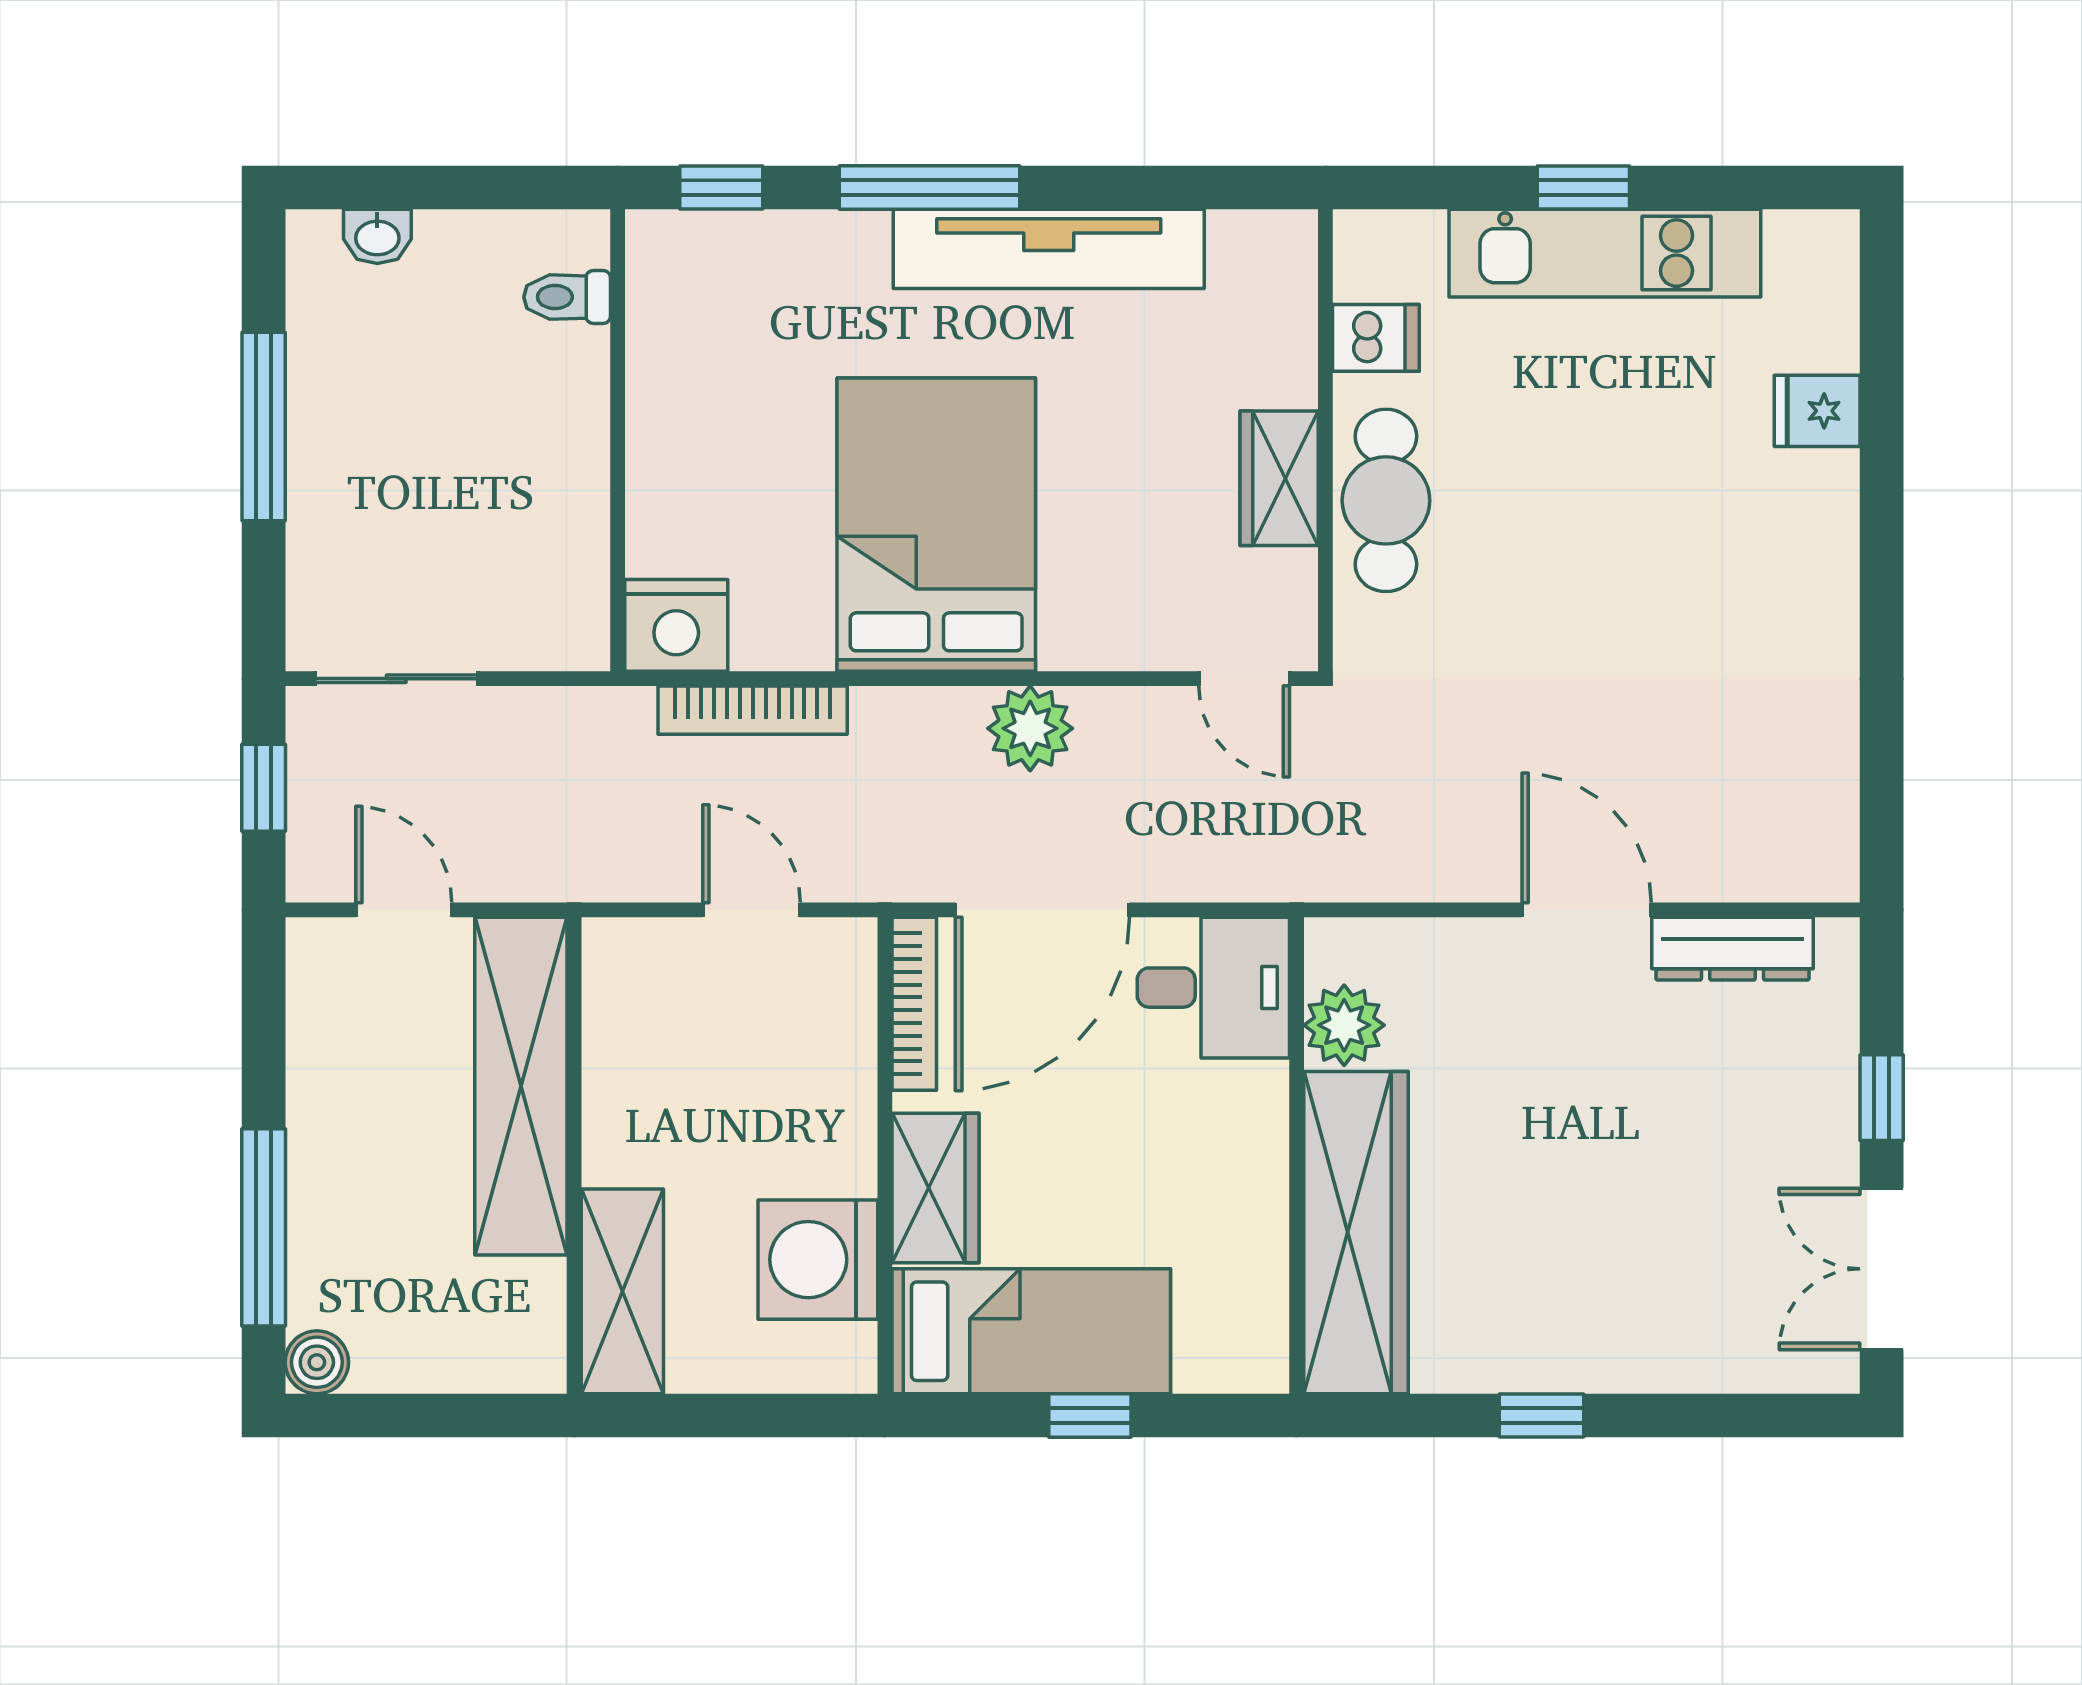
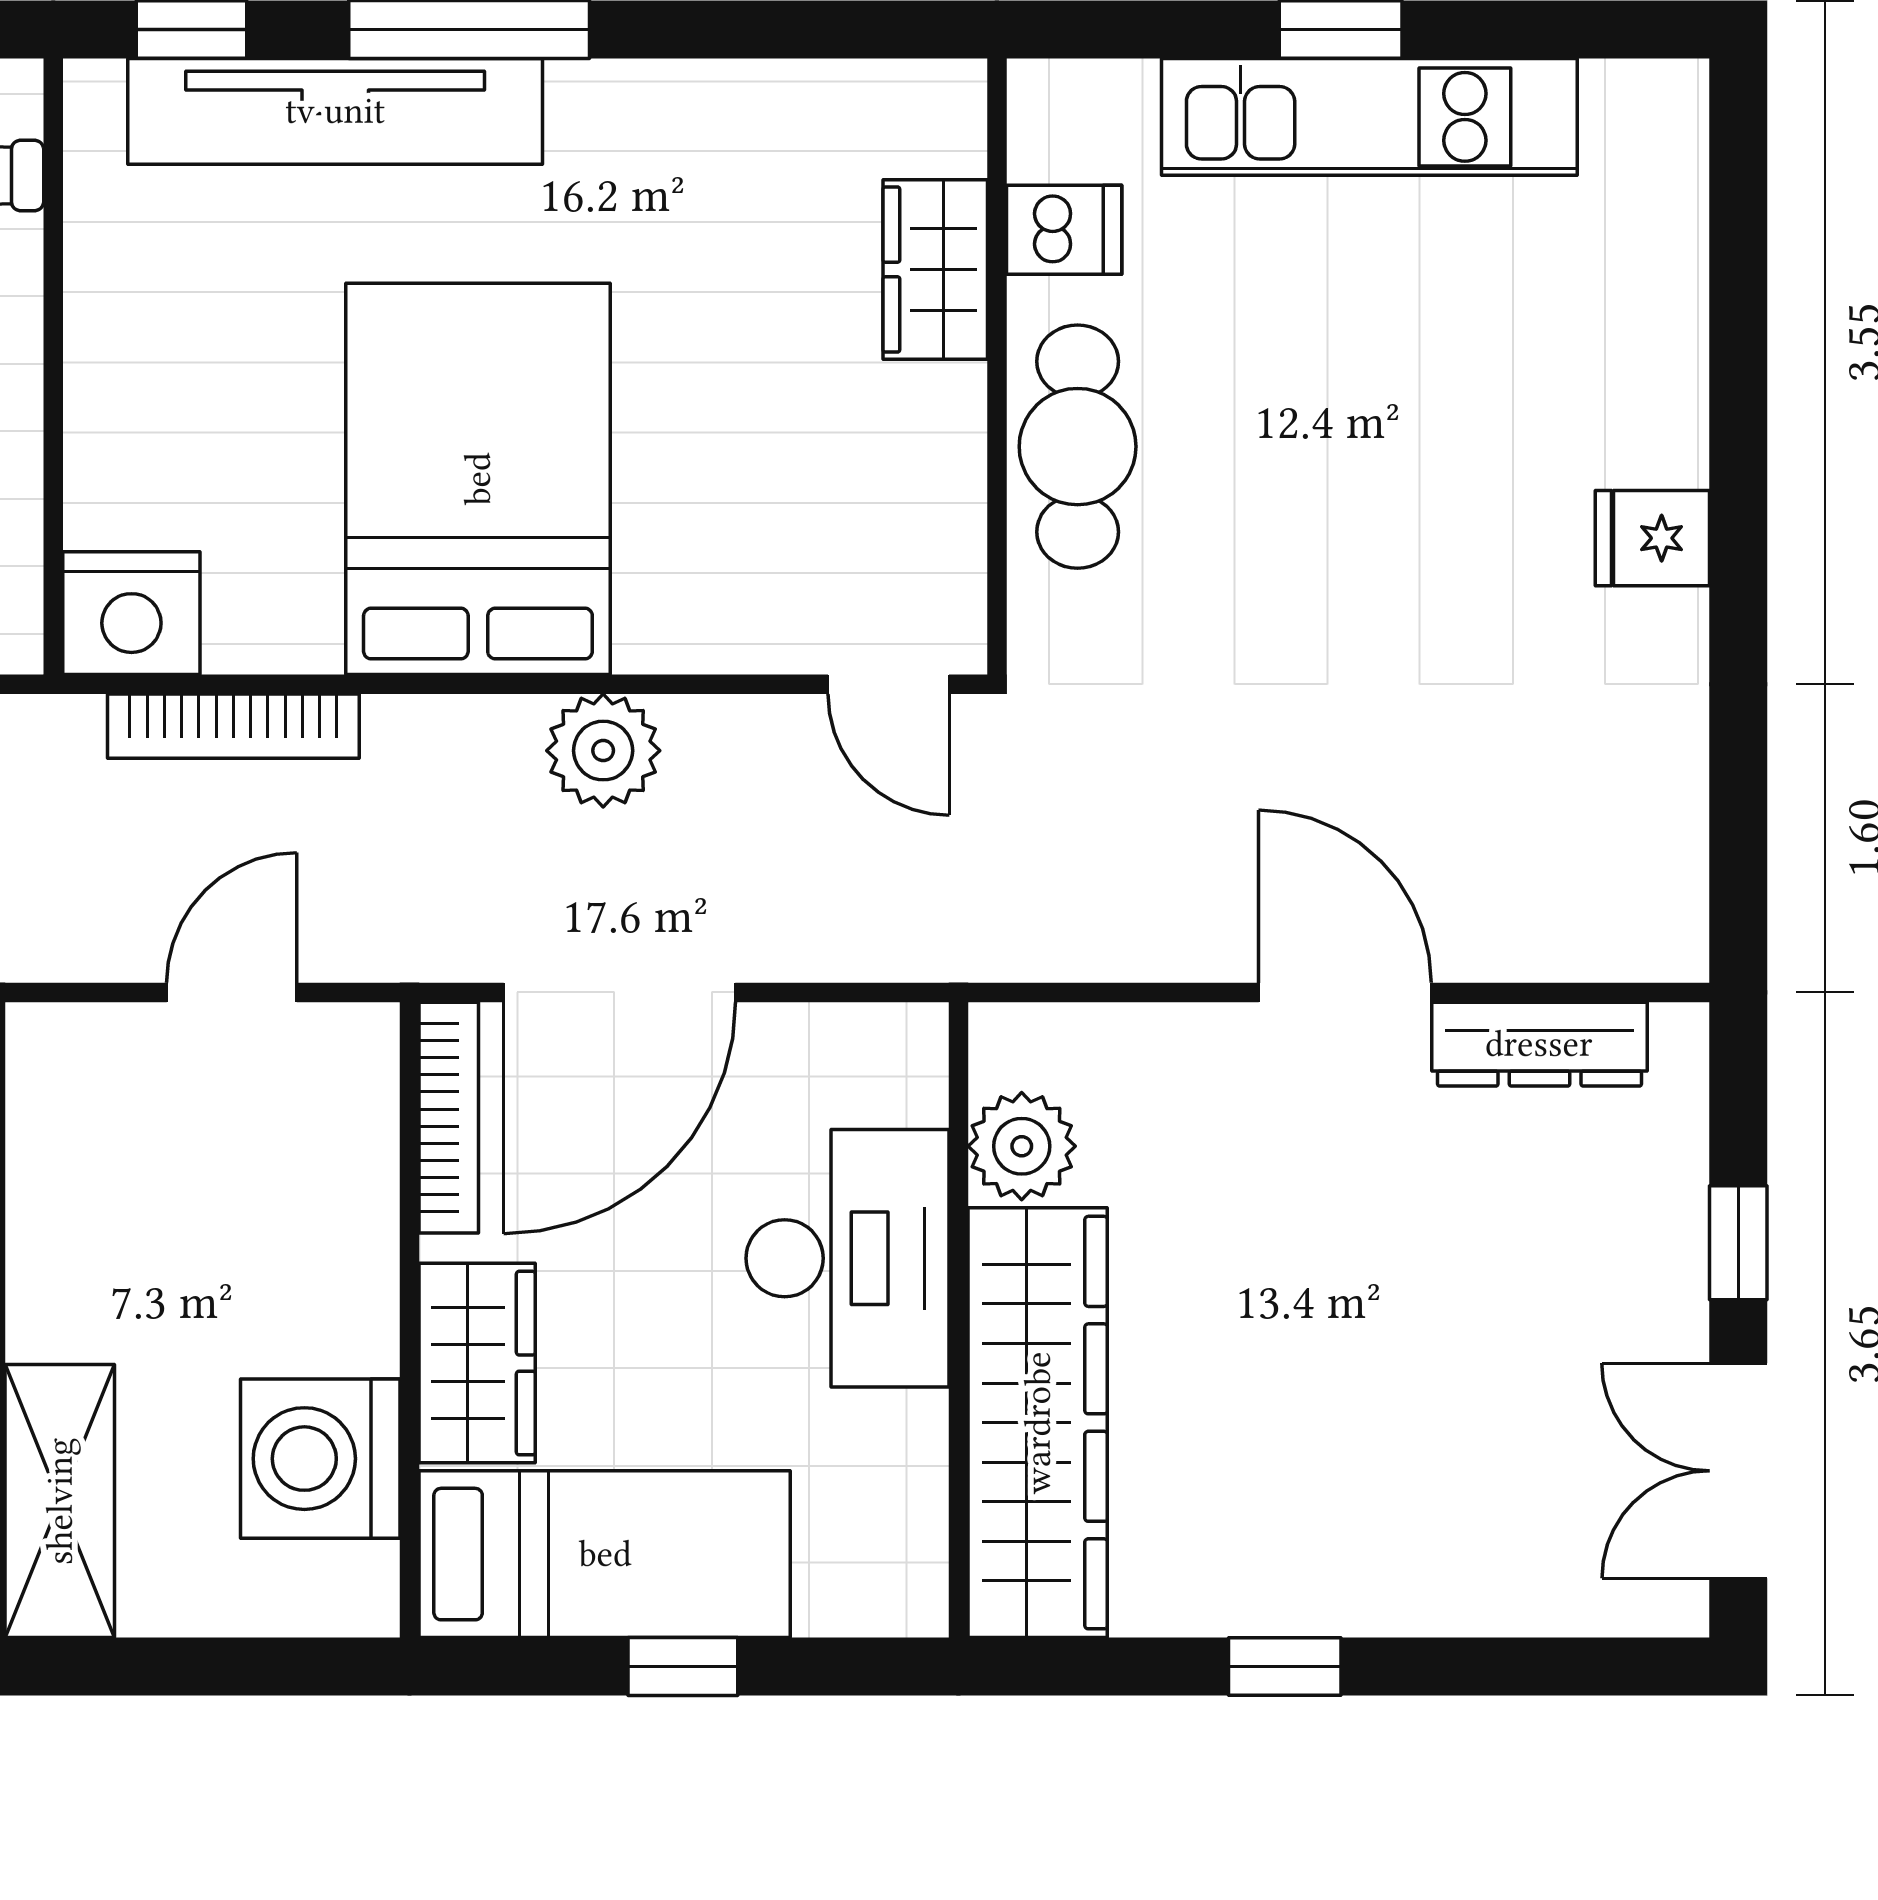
tv unit: (1049, 249) -> (335, 111), moved
fridge: (1817, 411) -> (1652, 538), moved
wardrobe: (1279, 478) -> (935, 269), moved
door: (751, 910) -> (232, 992), hinge flipped
desk: (1213, 988) -> (847, 1258), moved, width x1.37

